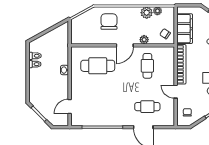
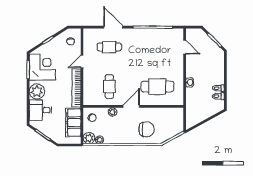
plant: (147, 13) -> (89, 138), moved
chair: (109, 22) -> (146, 129), turned -90
door: (176, 92) -> (82, 61), swing flipped
door: (70, 106) -> (185, 47), hinge flipped

